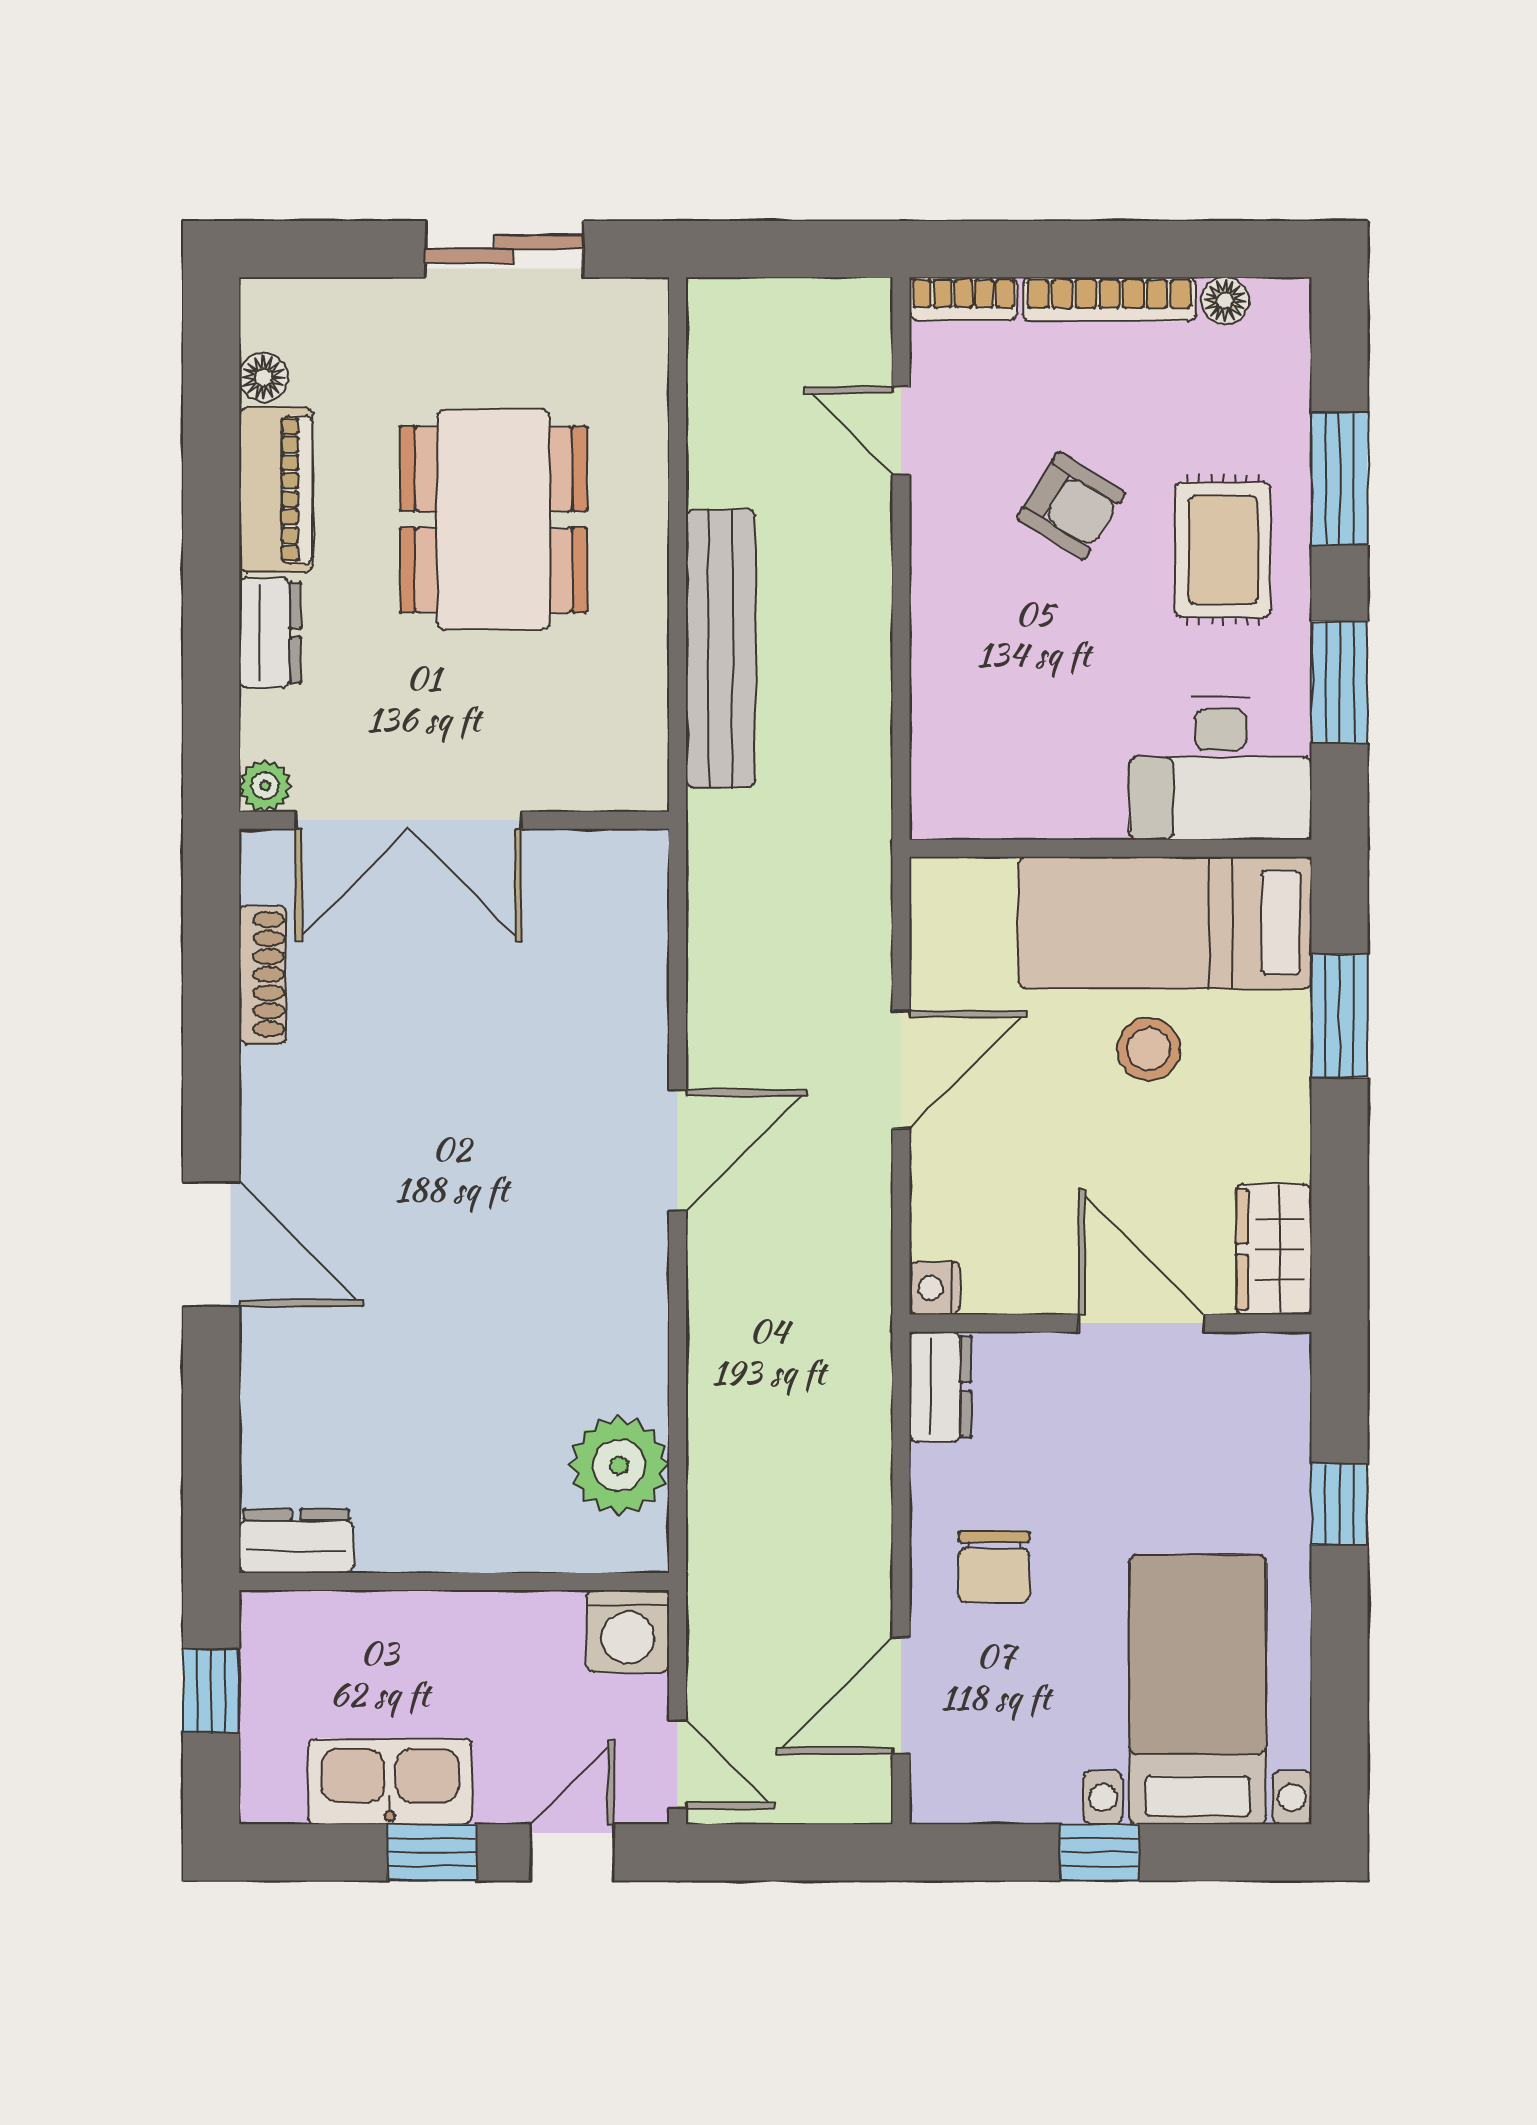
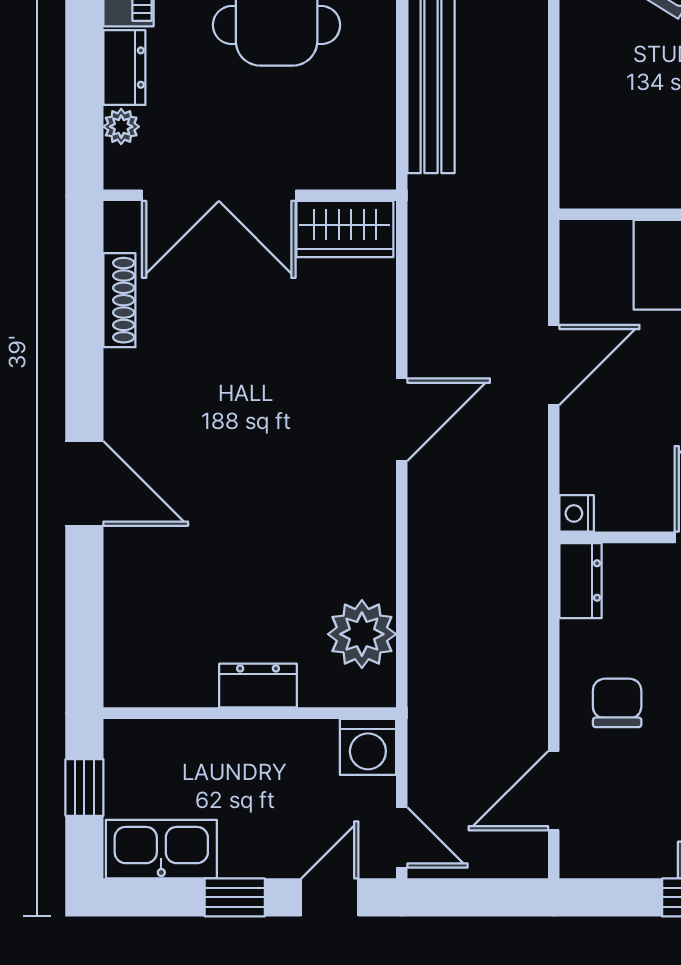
plant: (265, 786) -> (121, 127), moved
wardrobe: (594, 870) -> (345, 229), added
dresser: (296, 1541) -> (258, 686), moved
chair: (994, 1567) -> (617, 703), turned 180
kitchen sink: (390, 1781) -> (161, 849), moved

